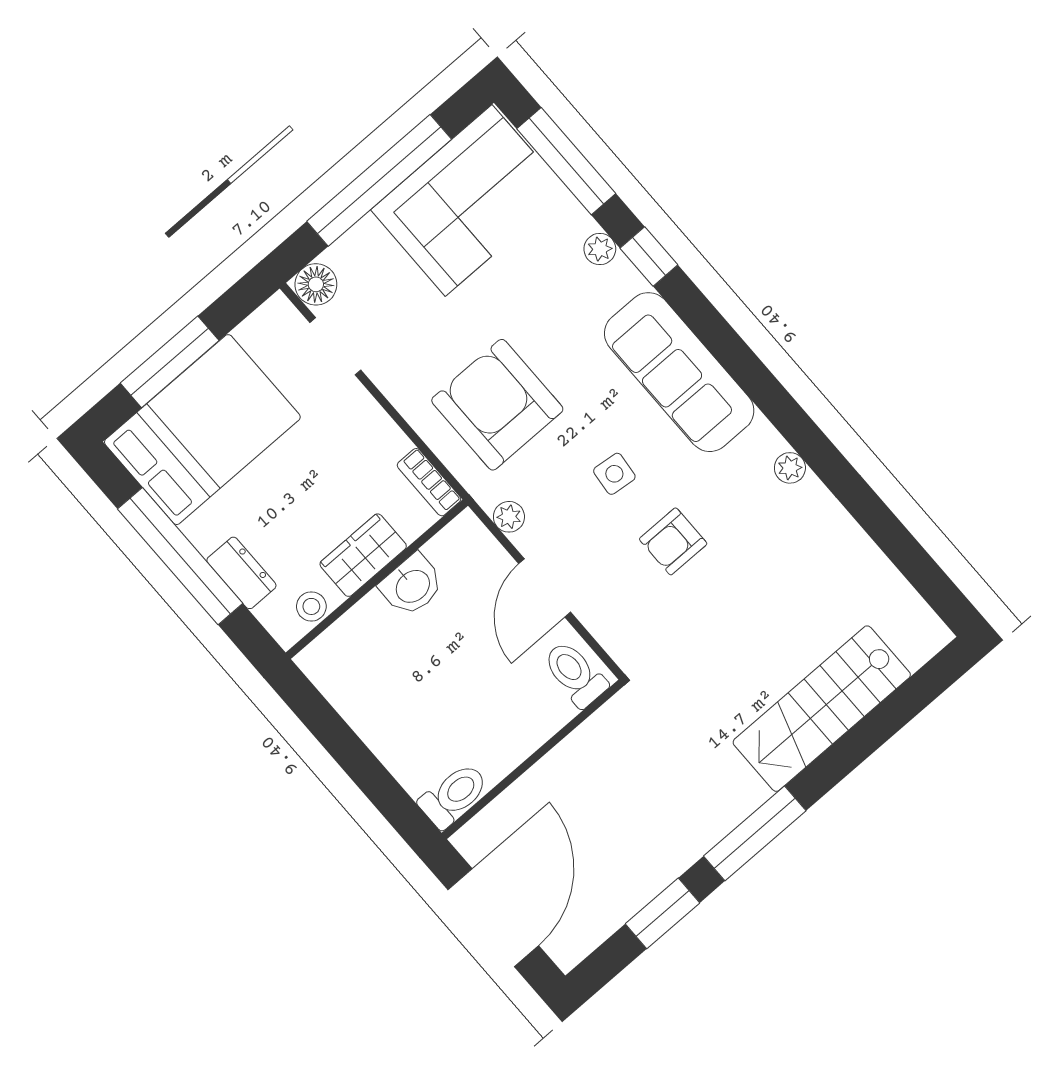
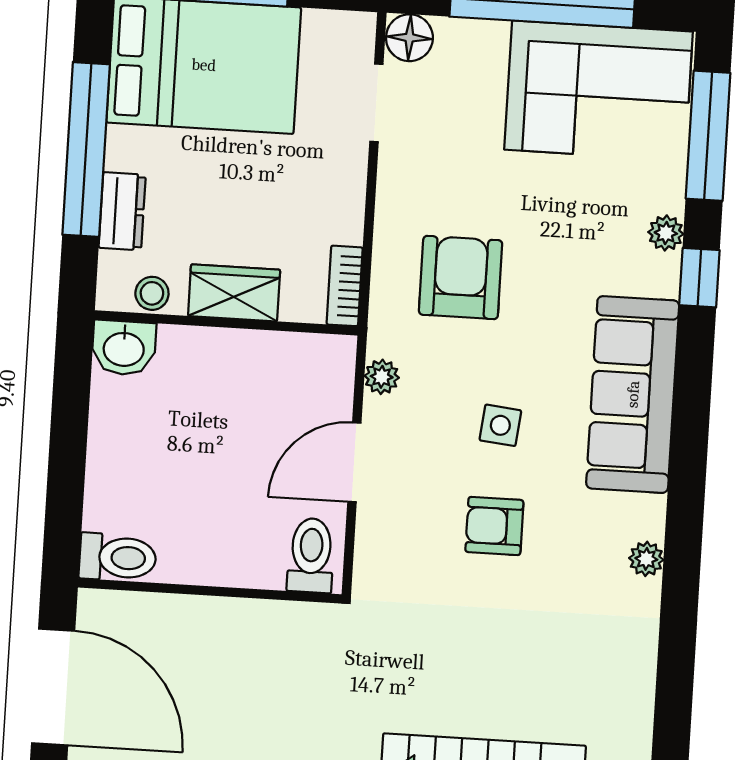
armchair: (497, 405) -> (461, 277), width x0.73, depth x0.73
washbasin: (412, 585) -> (124, 348), moved
door: (493, 918) -> (53, 687), hinge flipped

